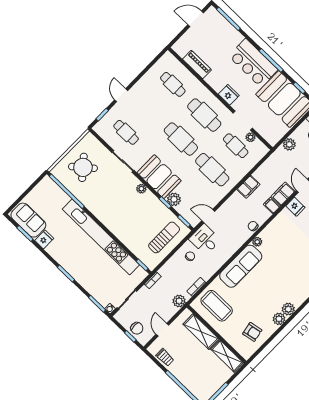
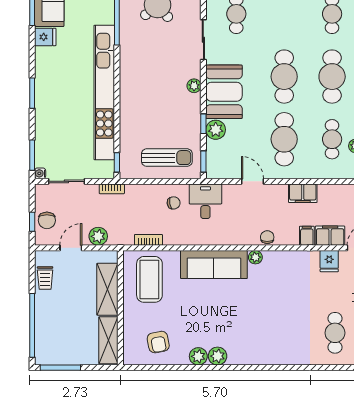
door: (208, 216) -> (252, 181), moved
plant: (179, 301) -> (98, 236), moved

